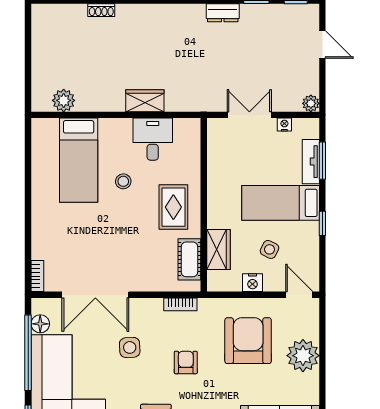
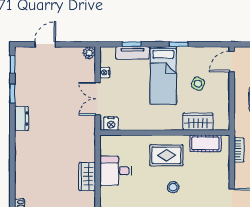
window: (322, 161) -> (132, 44), width x0.67
stool: (123, 181) -> (173, 187), moved
nightstand: (253, 283) -> (111, 124), moved, turned 90

